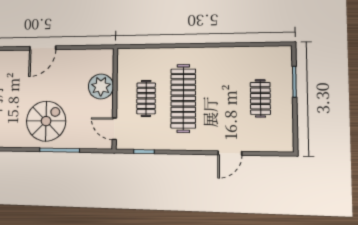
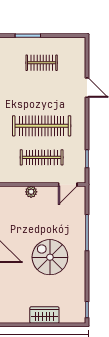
plant: (101, 86) -> (31, 192), width x0.53, depth x0.53
clothes rail: (146, 98) -> (42, 157), width x1.36
spiral stairs: (46, 121) -> (50, 257), moved

